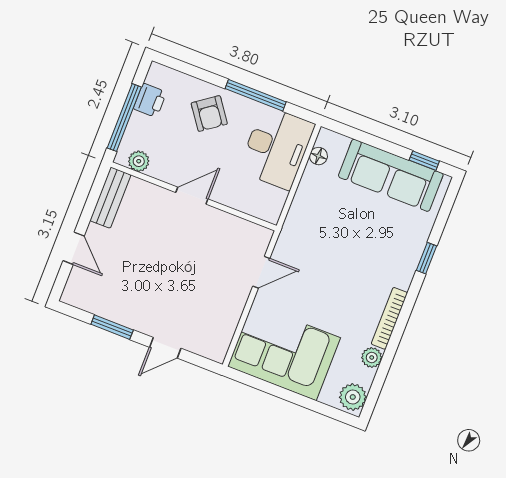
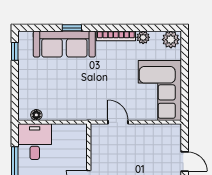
desk: (277, 148) -> (35, 142), width x0.73
sofa: (391, 175) -> (64, 44), moved, turned 90

